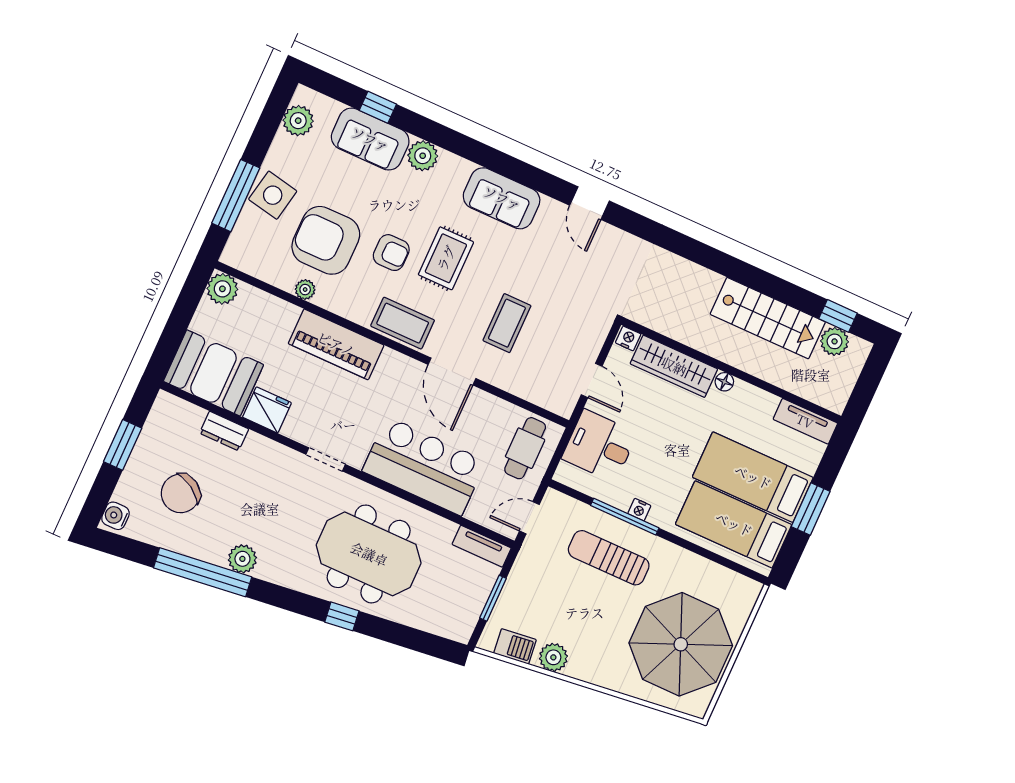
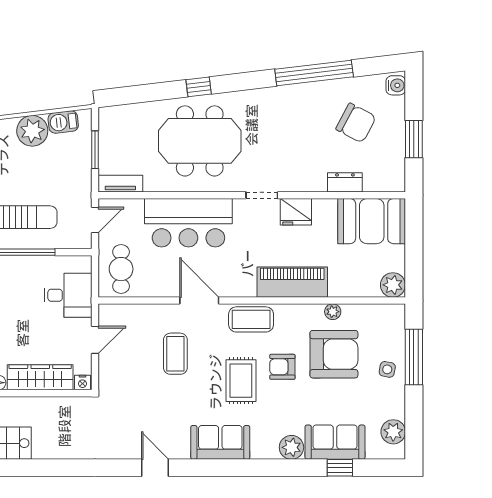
side table: (273, 195) -> (387, 369), width x0.54, depth x0.54
door: (592, 381) -> (95, 340), swing flipped
fridge: (267, 410) -> (296, 212), moved
chair: (181, 493) -> (356, 123), turned 86
nightstand: (639, 510) -> (18, 262), removed
plant: (242, 559) -> (290, 96), removed
plant: (553, 657) -> (32, 131), width x1.36, depth x1.36

